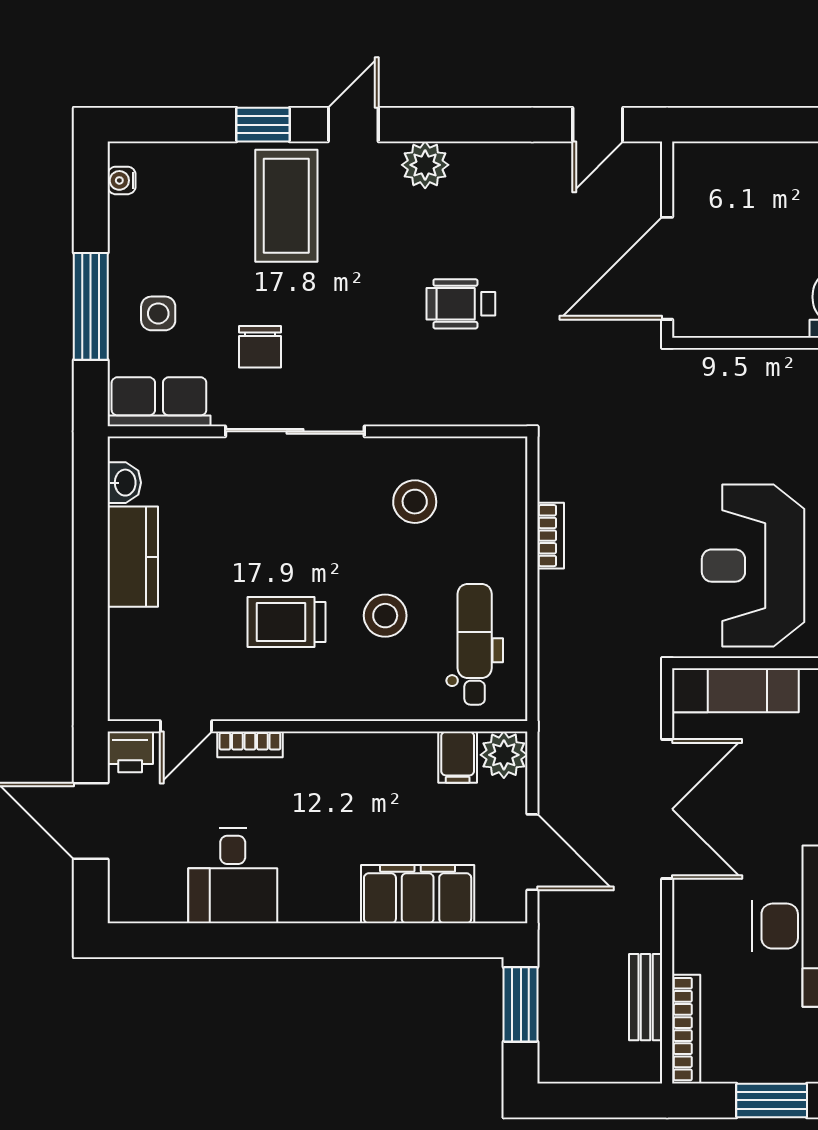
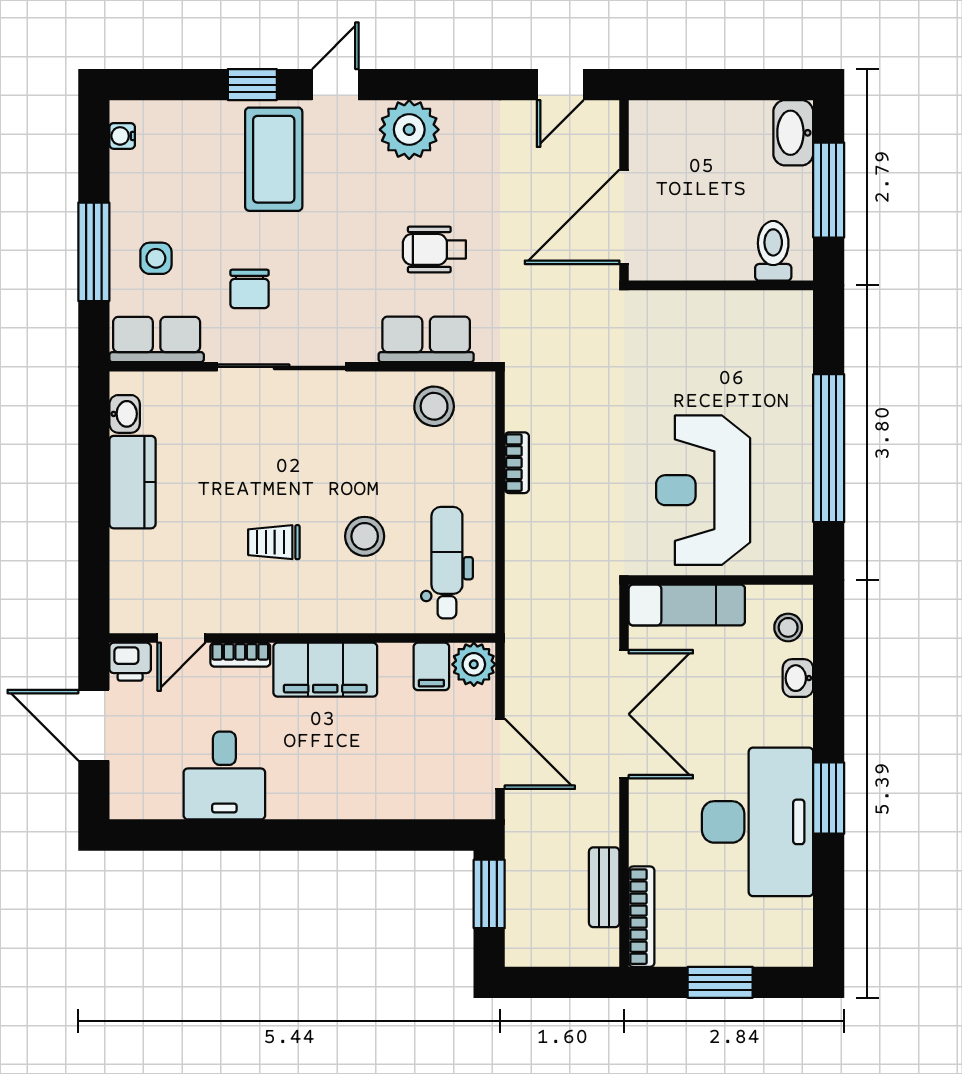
plant: (425, 165) -> (409, 130), width x1.36, depth x1.36
row of seats: (452, 402) -> (426, 339), added
stool: (415, 502) -> (434, 406), moved
trolley: (286, 622) -> (274, 542), width x0.73, depth x0.72
filing cabinet: (418, 894) -> (325, 670), moved, turned 180

